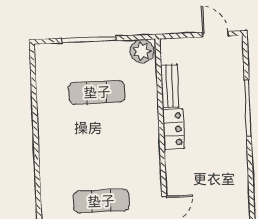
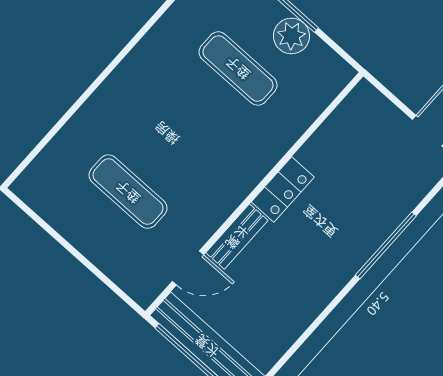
plant: (142, 51) -> (291, 36), moved
bench: (170, 86) -> (237, 237), moved

